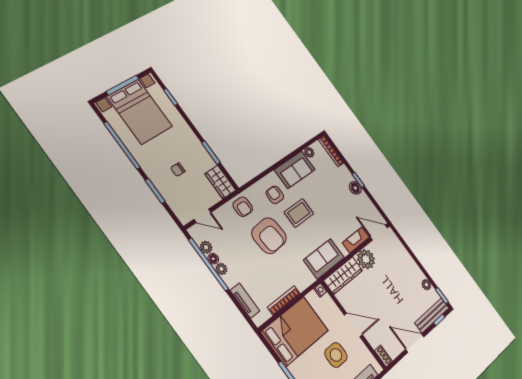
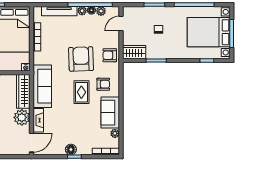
armchair: (269, 236) -> (81, 59), turned 93
sofa: (324, 259) -> (42, 86), width x1.36
tv unit: (245, 301) -> (59, 11), width x1.41

